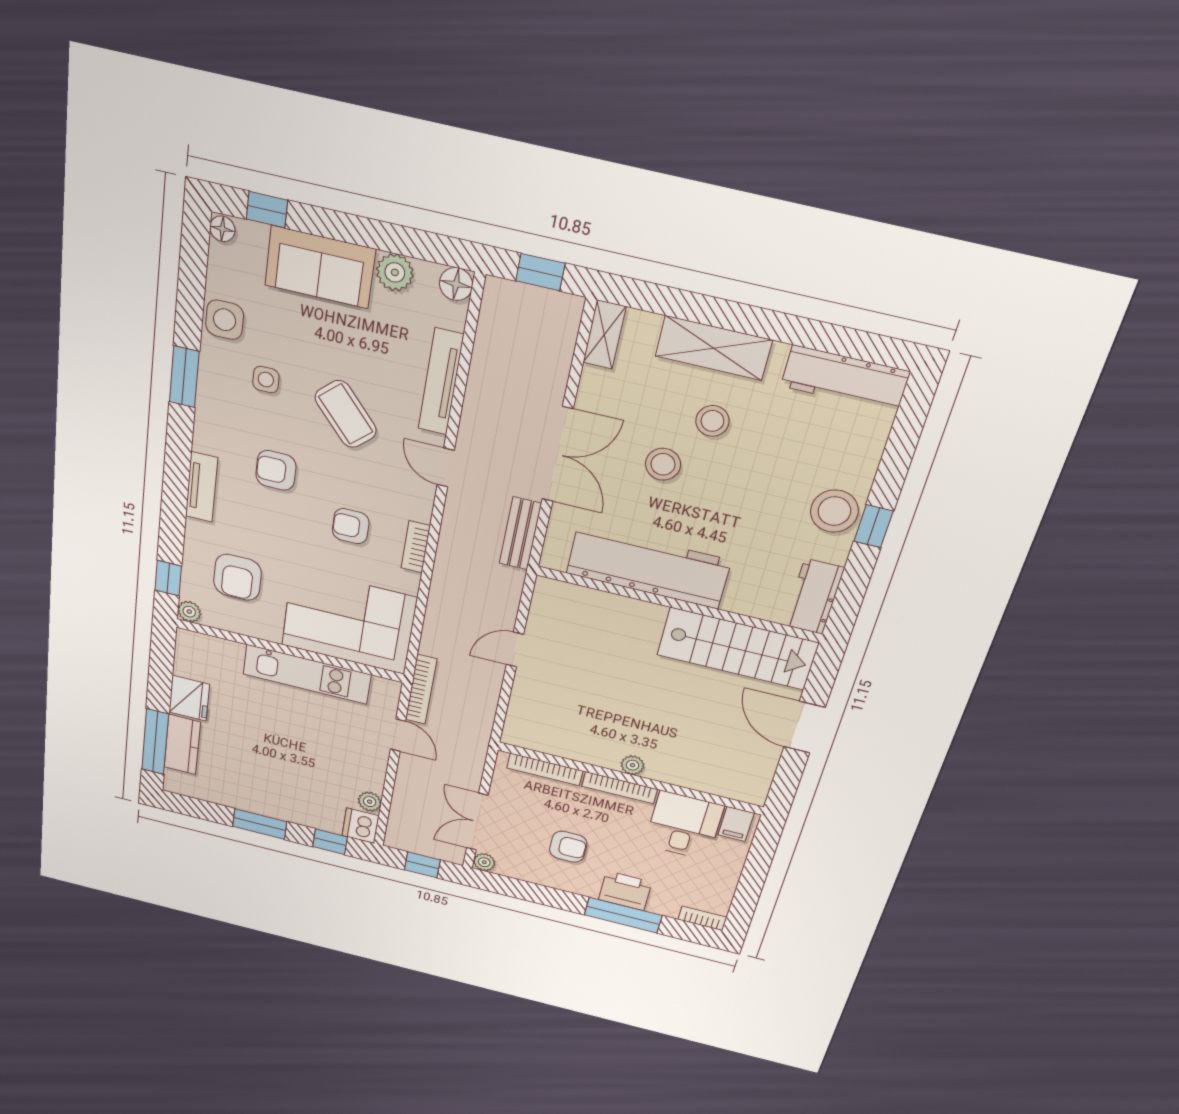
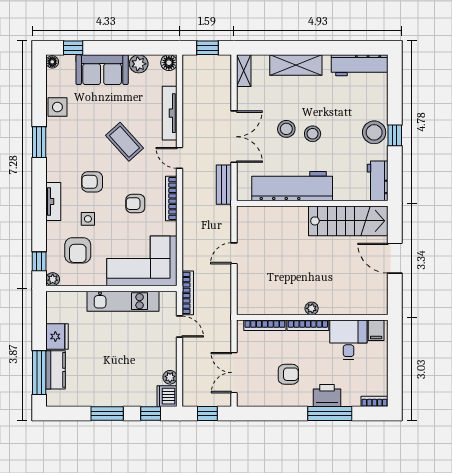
side table: (266, 380) -> (88, 219), moved
stool: (712, 421) -> (313, 134), moved
bookcase: (416, 547) -> (171, 198), width x1.56
plant: (484, 862) -> (243, 400), removed

